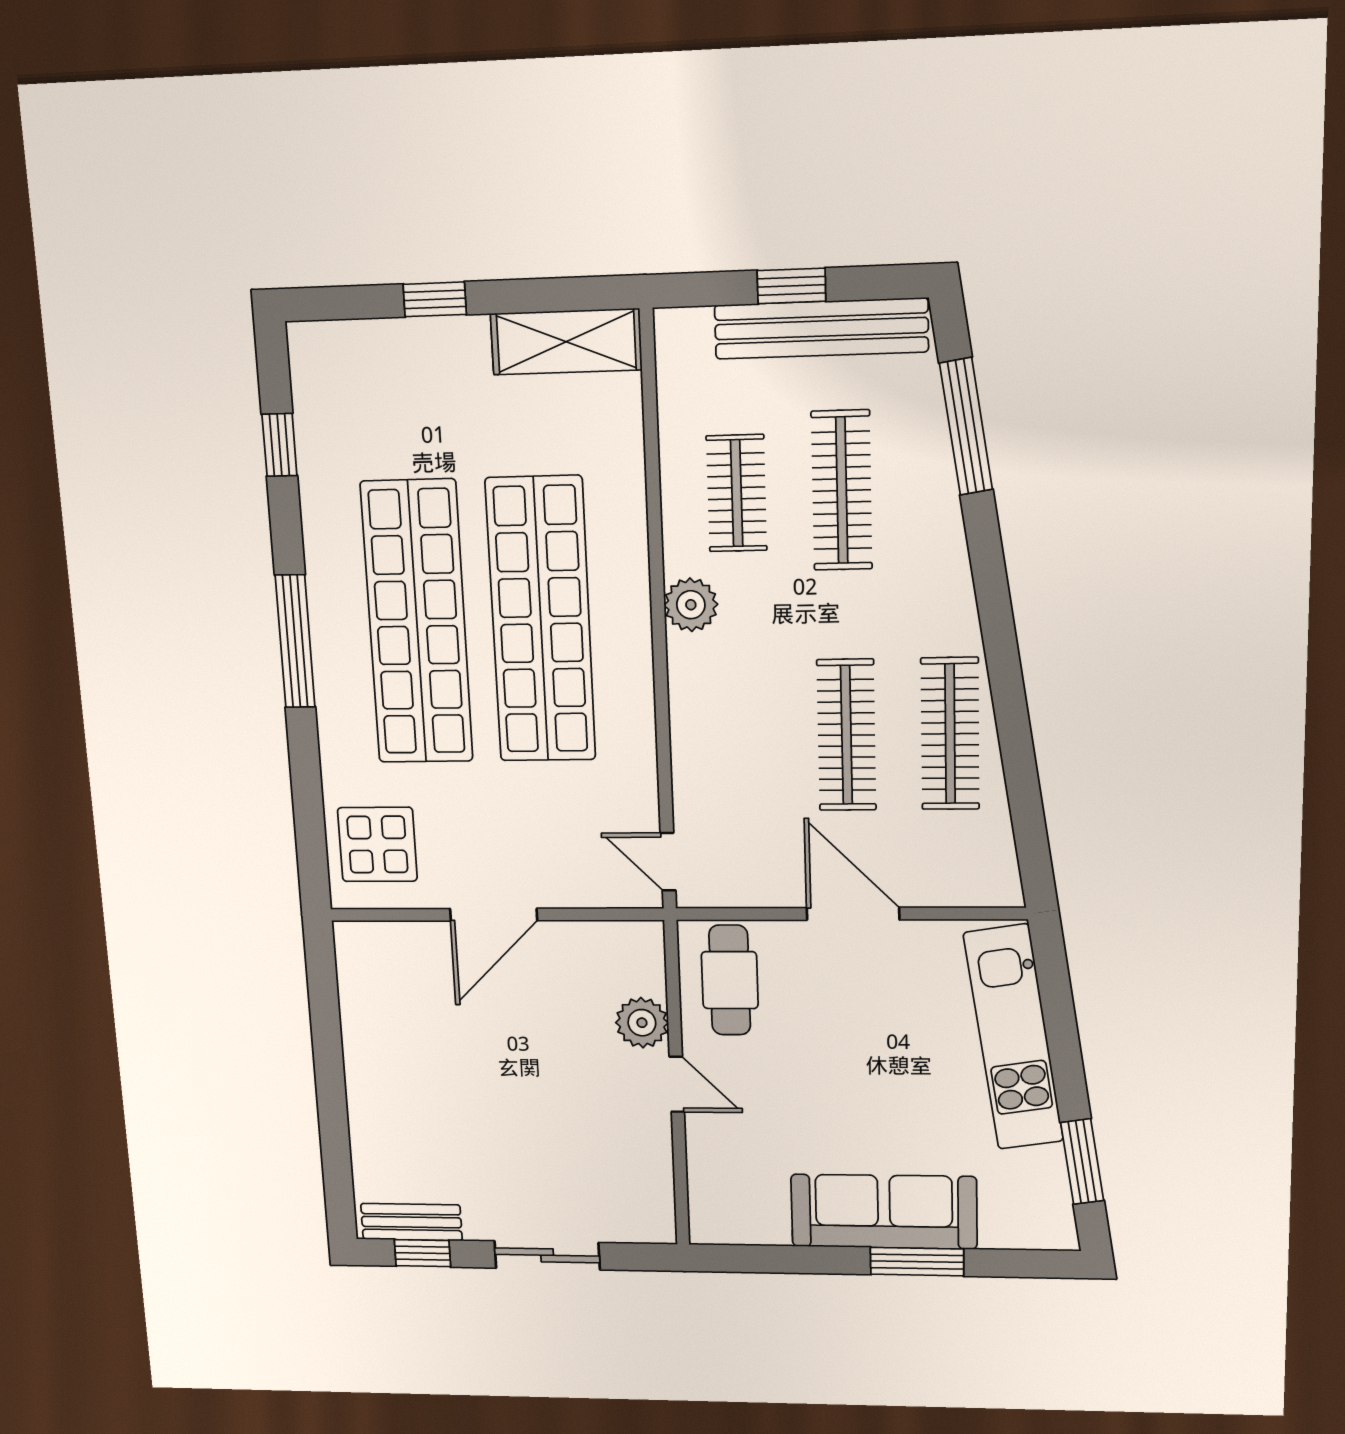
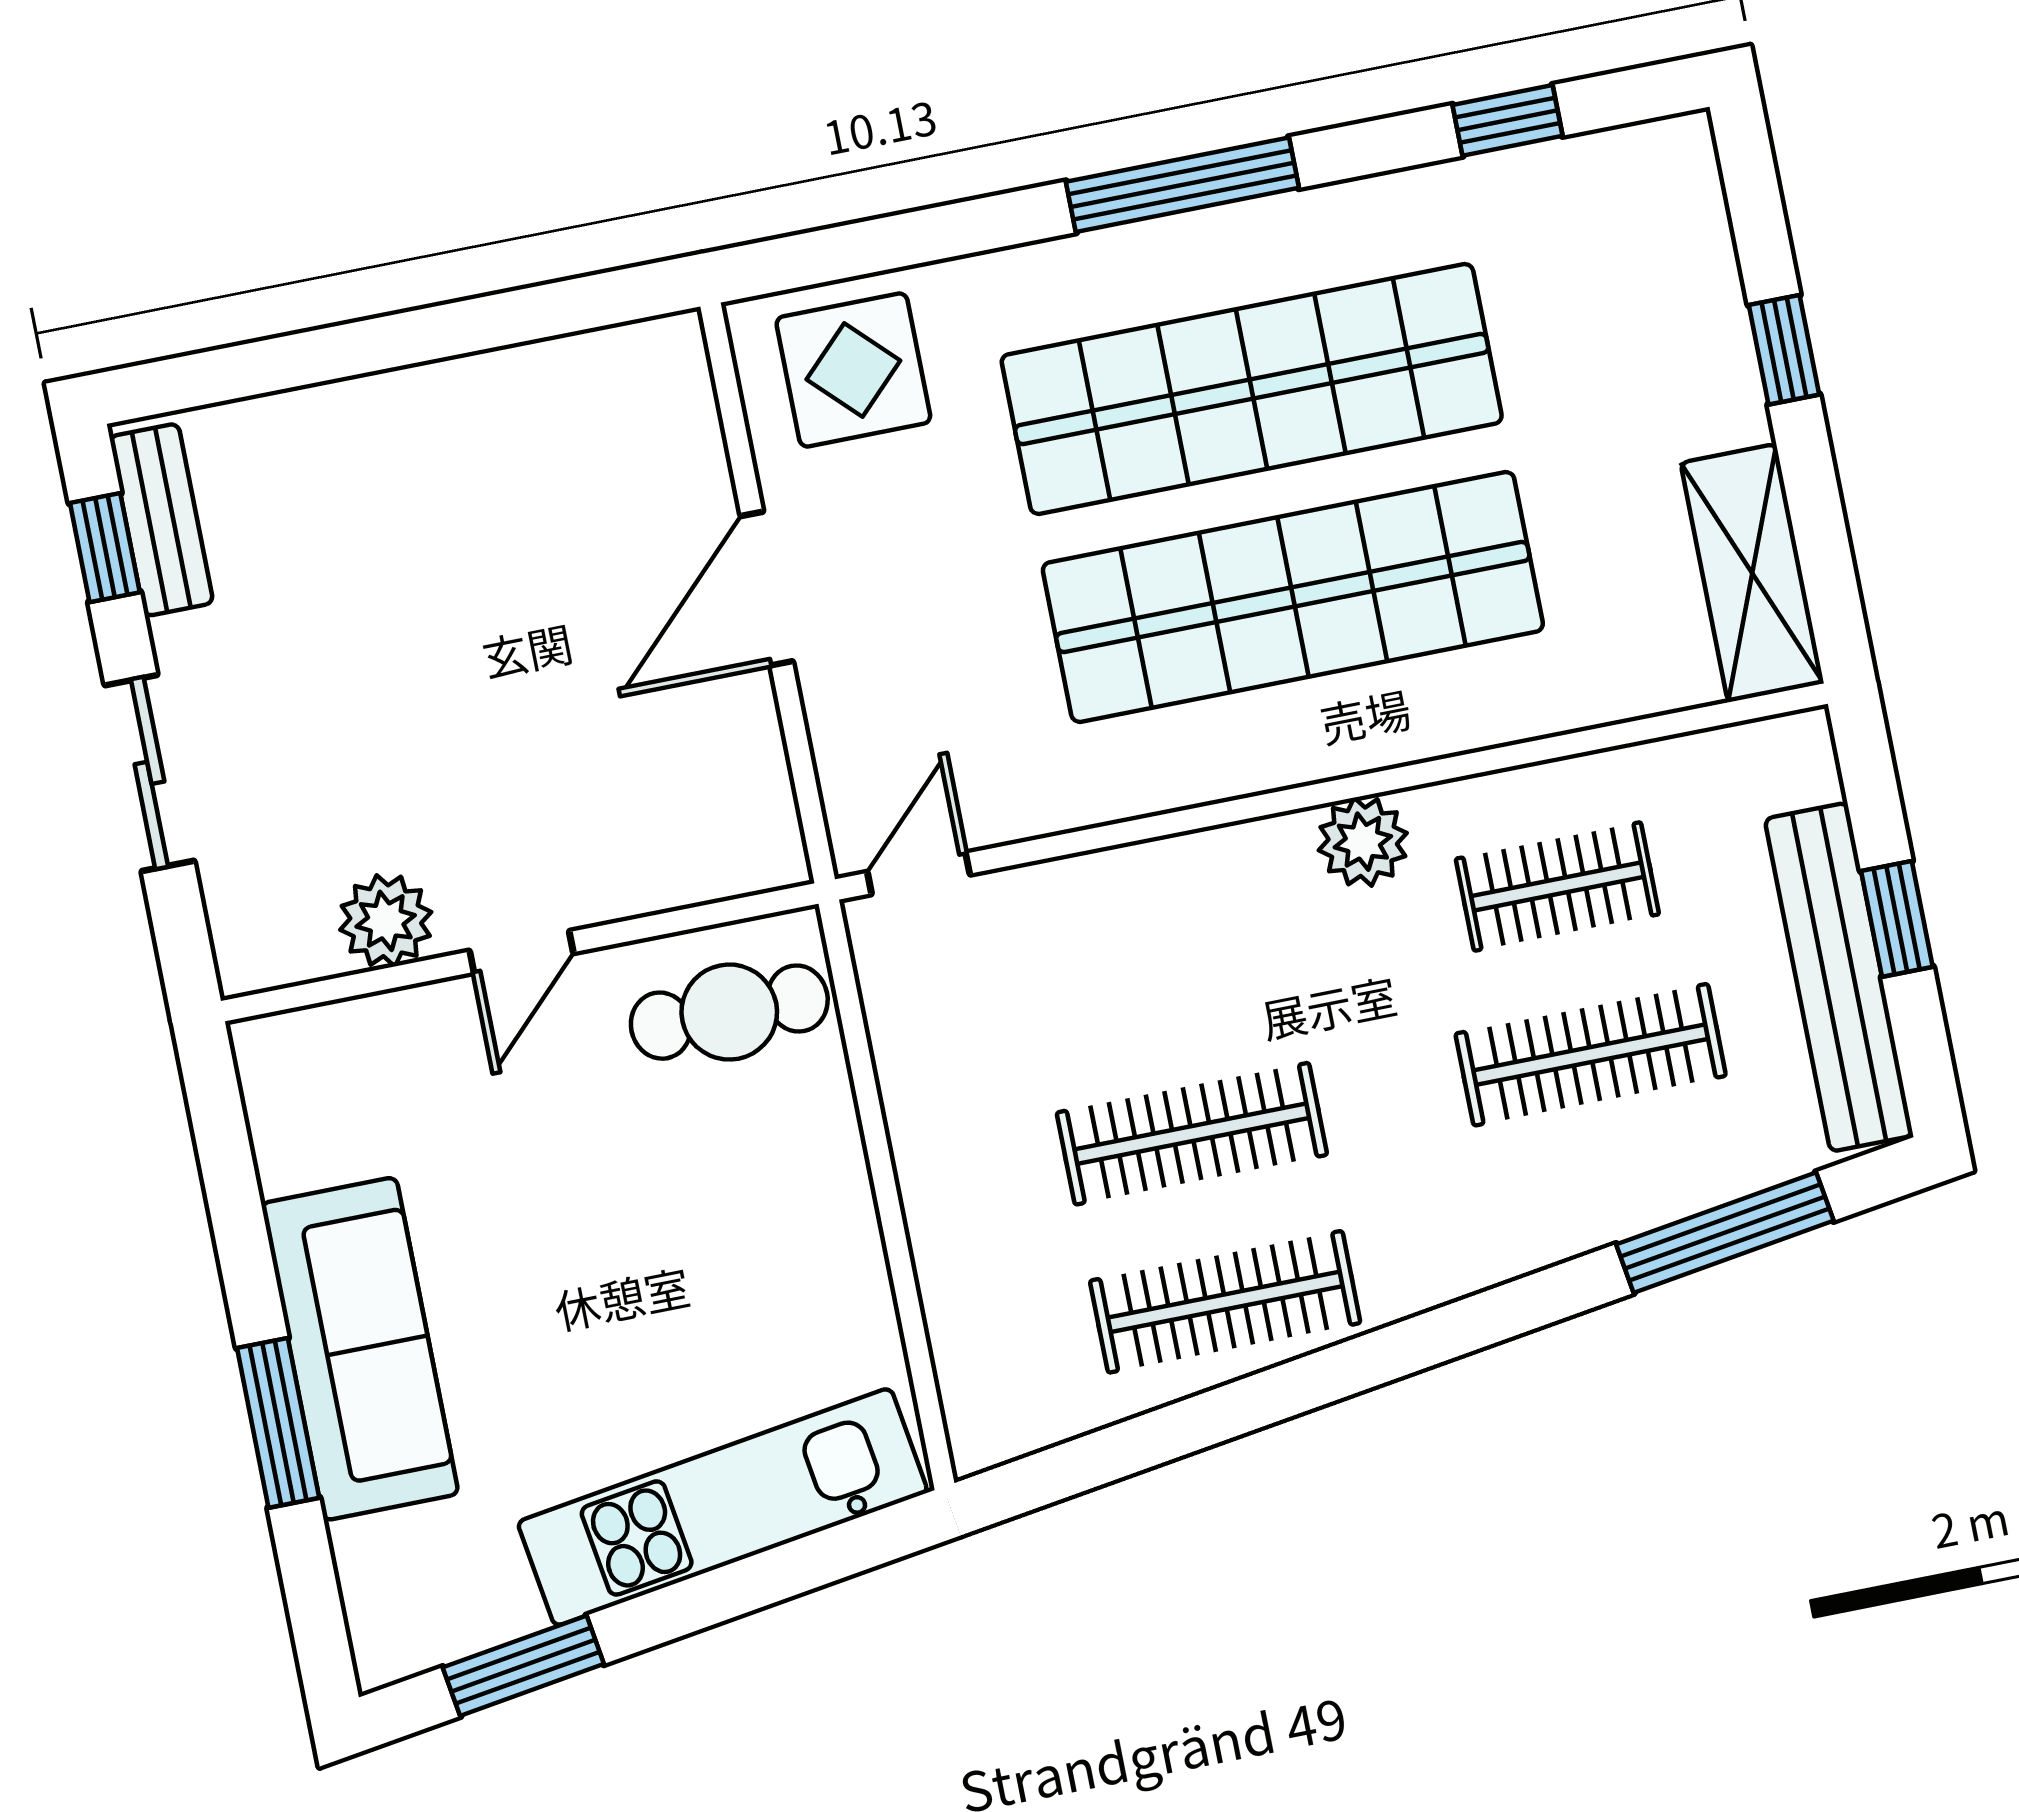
door: (853, 914) -> (888, 1199), removed
door: (494, 915) -> (767, 589), hinge flipped
plant: (642, 1023) -> (386, 921), moved

